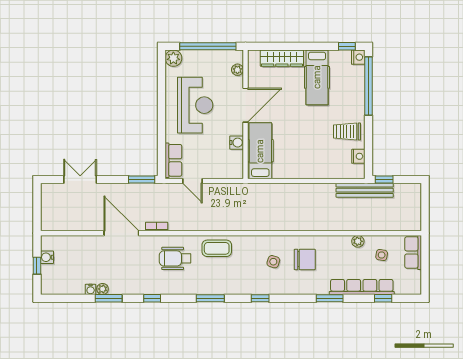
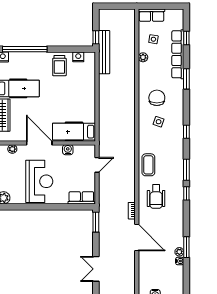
reception desk: (195, 105) -> (39, 181), turned 90
door: (192, 181) -> (97, 165), moved
door: (121, 233) -> (137, 237), swing flipped
window: (152, 298) -> (186, 193), moved

